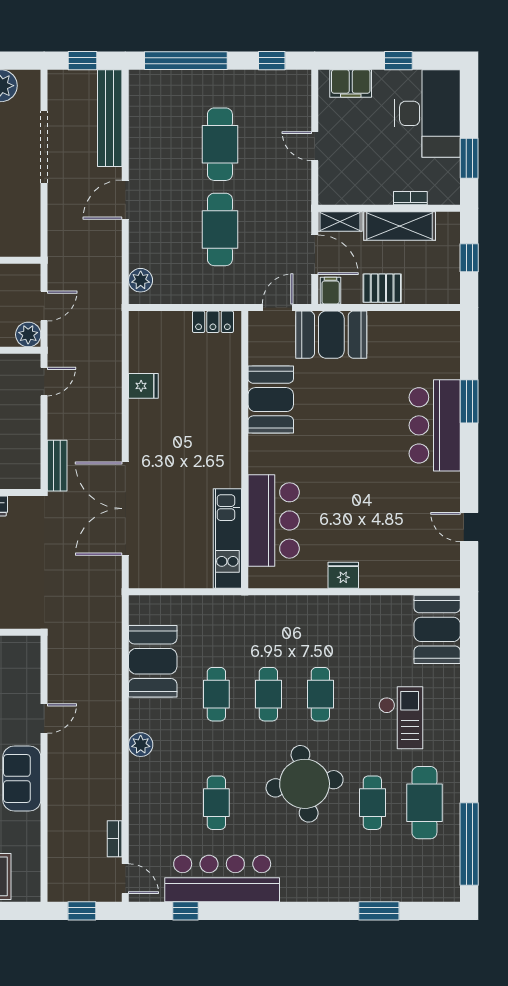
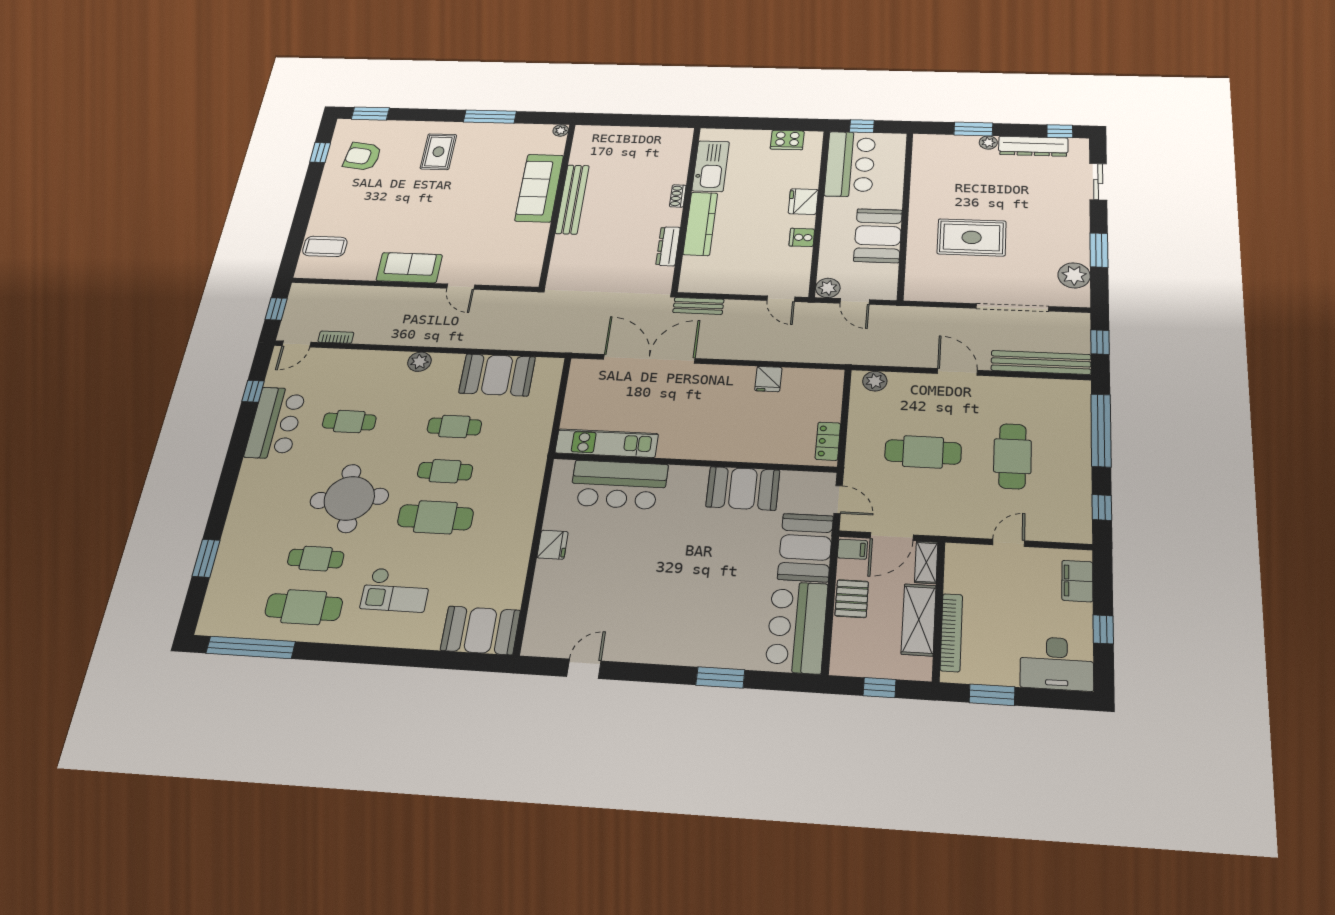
desk: (427, 113) -> (1057, 664), width x0.73, depth x0.77
cafe table: (220, 144) -> (1012, 456), turned 90
bookcase: (410, 198) -> (951, 632), width x2.31, depth x1.31
bar counter: (435, 425) -> (797, 627), moved, turned -90
cafe table: (320, 694) -> (435, 517), width x1.37, depth x1.35
bar counter: (222, 878) -> (275, 423), width x0.73

